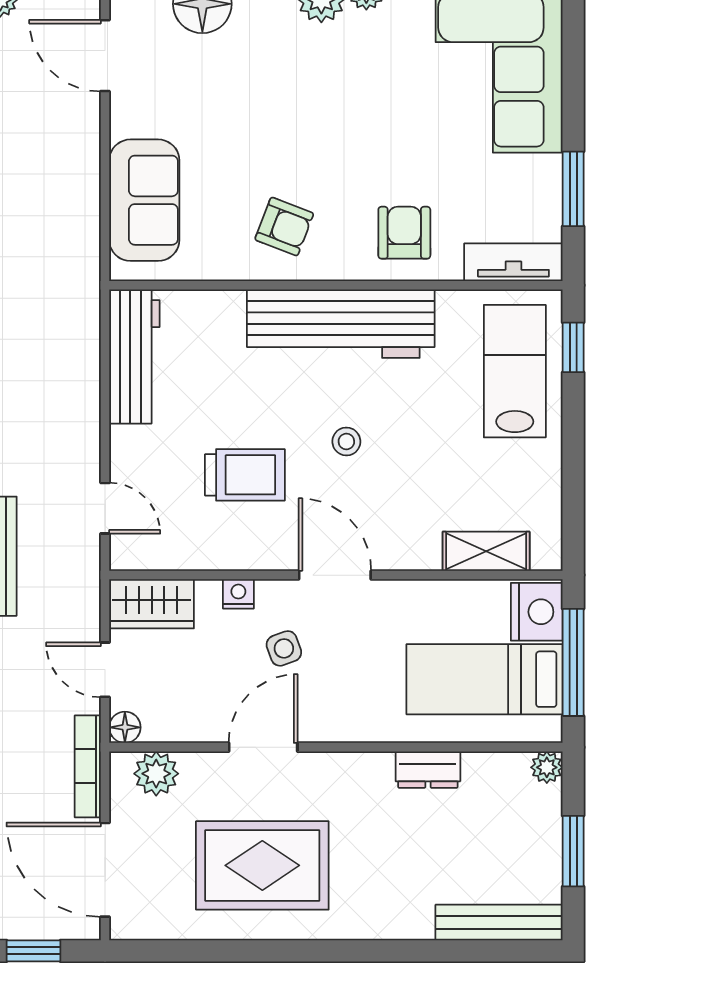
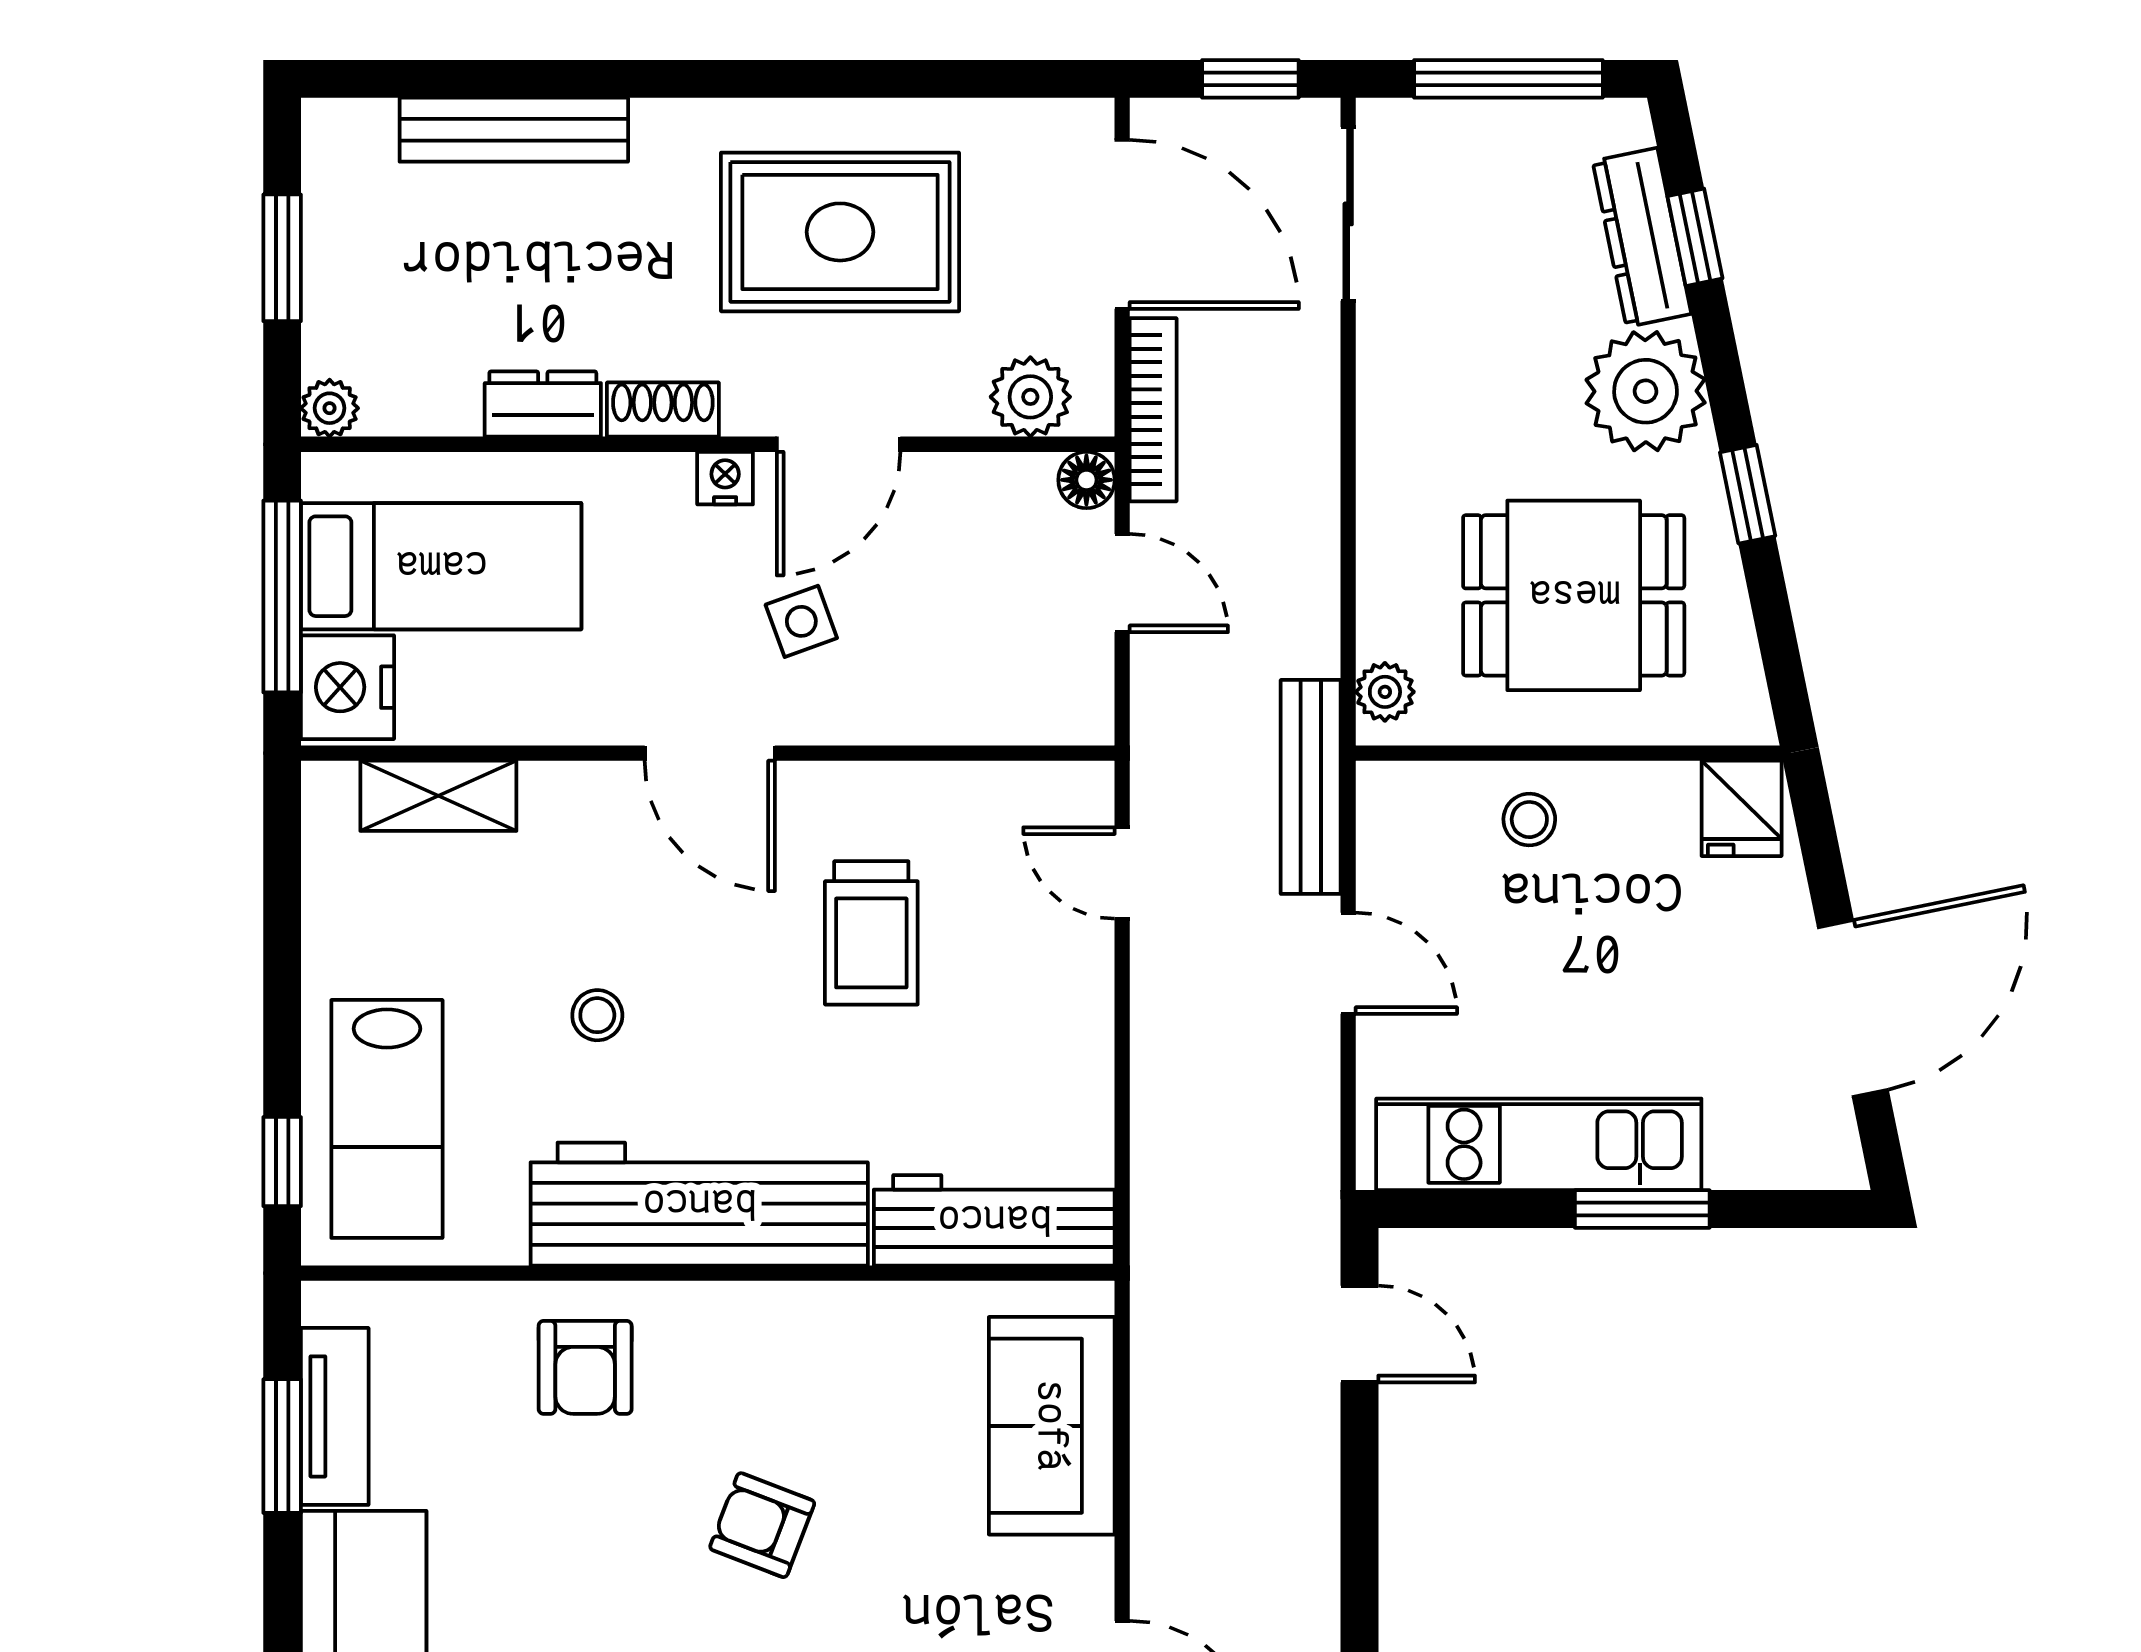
armchair: (284, 227) -> (762, 1525), moved
tv unit: (513, 262) -> (335, 1416), moved, turned -90
workbench: (134, 357) -> (994, 1220), moved, turned 90
stool: (346, 441) -> (597, 1015), moved
trolley: (245, 475) -> (871, 933), turned -90
nightstand: (238, 594) -> (725, 478), moved, turned 180
wardrobe: (152, 604) -> (1039, 702), removed
shoe rack: (361, 767) -> (663, 410), added
bench: (499, 923) -> (514, 130), moved

